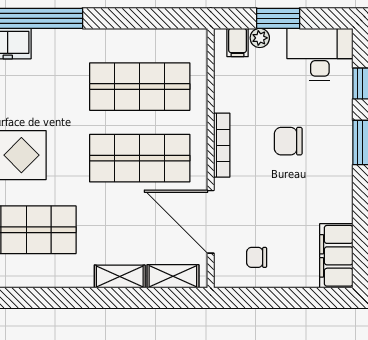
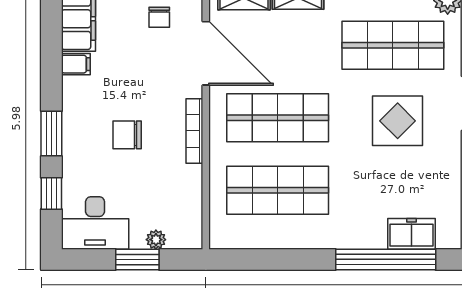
filing cabinet: (238, 43) -> (76, 64), moved, turned 90
chair: (288, 141) -> (127, 135), turned 180
chair: (257, 257) -> (159, 17), turned 90

